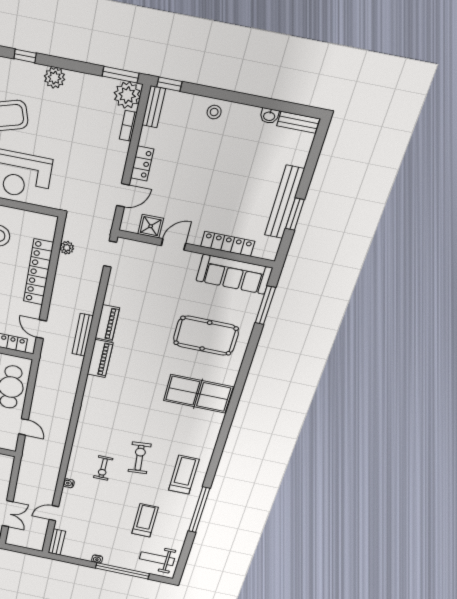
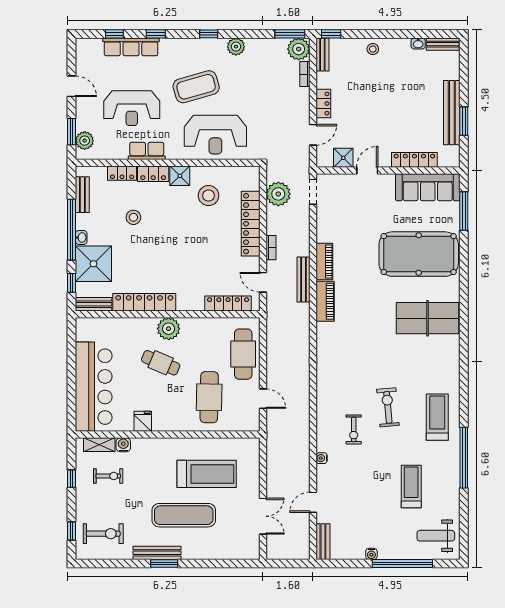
plant: (67, 248) -> (278, 194), width x1.87, depth x1.87
bookcase: (55, 299) -> (271, 248), added
pool table: (206, 336) -> (419, 254), width x1.36, depth x1.32

